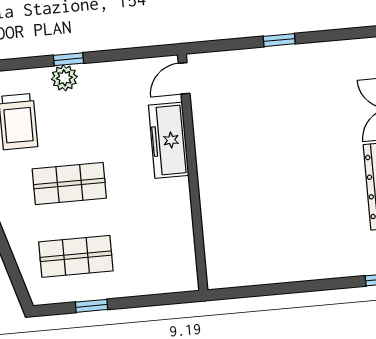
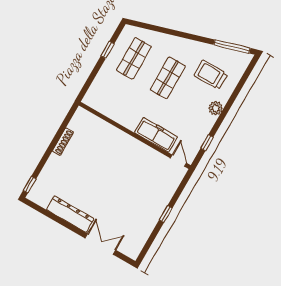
window: (68, 59) -> (207, 143), moved
shoe rack: (279, 275) -> (63, 142), added

